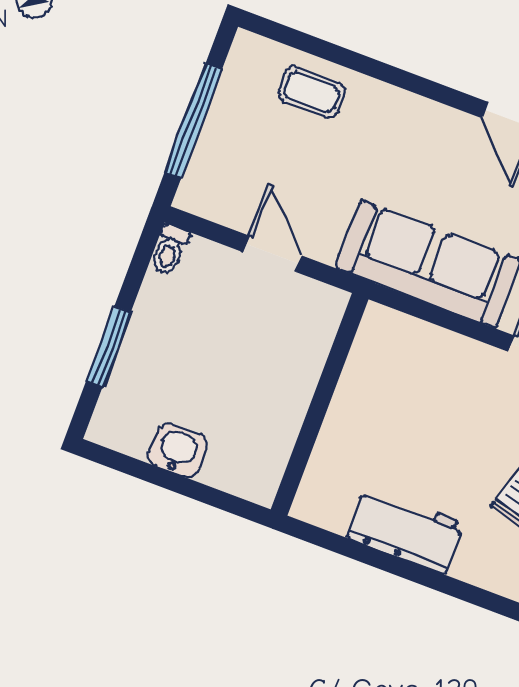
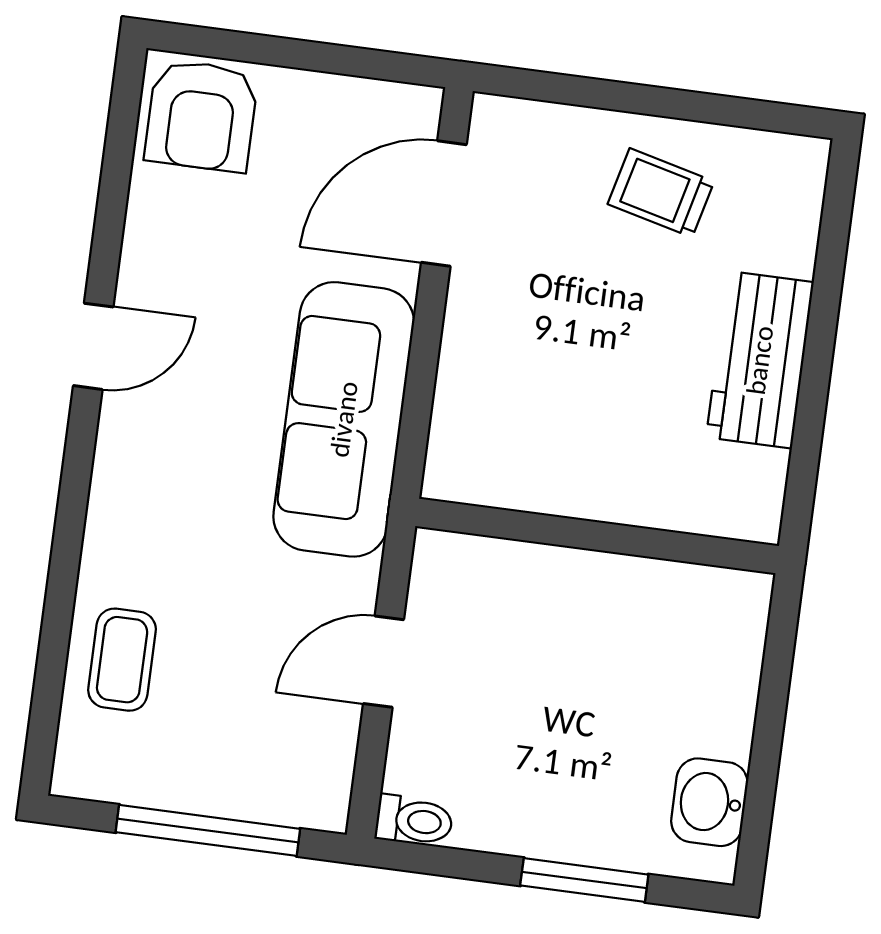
washbasin: (178, 450) -> (709, 802), moved

